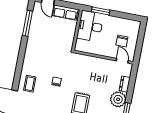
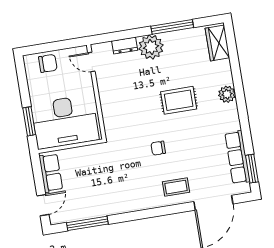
desk: (90, 26) -> (65, 122), width x1.36, depth x1.30
chair: (122, 41) -> (48, 63), moved
door: (122, 61) -> (91, 62), hinge flipped

